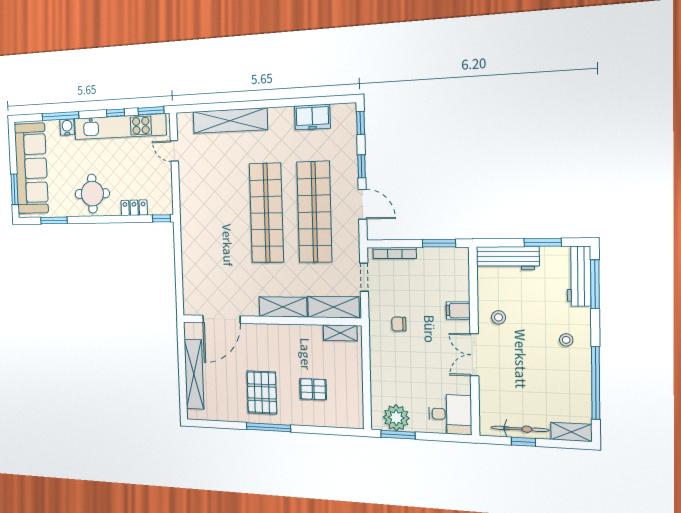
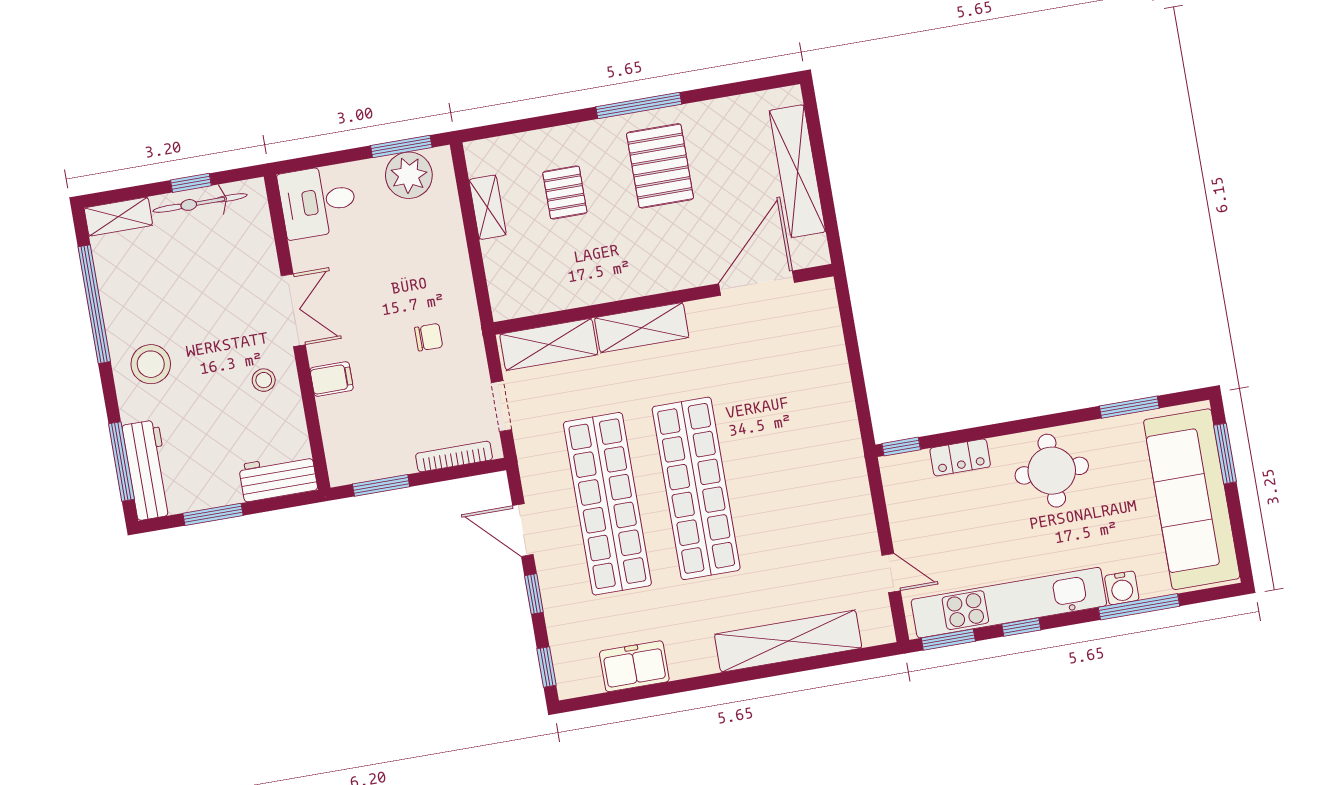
workbench: (508, 258) -> (278, 477), width x0.73
shelving: (340, 333) -> (488, 207), moved, turned 90
stool: (566, 340) -> (151, 364), width x1.89, depth x1.89
pallet: (313, 389) -> (565, 192), turned 90

